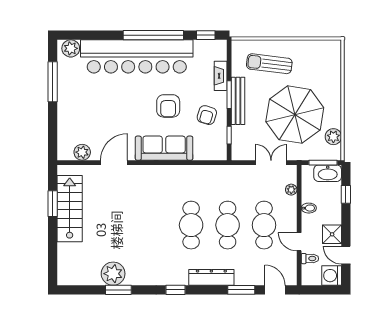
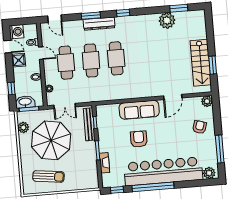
sun lounger: (269, 64) -> (48, 176), moved
bench: (238, 101) -> (89, 124), moved
armchair: (207, 115) -> (200, 127), moved
plant: (82, 152) -> (207, 101), moved
window: (118, 290) -> (179, 8), moved
window: (241, 290) -> (91, 16), moved

